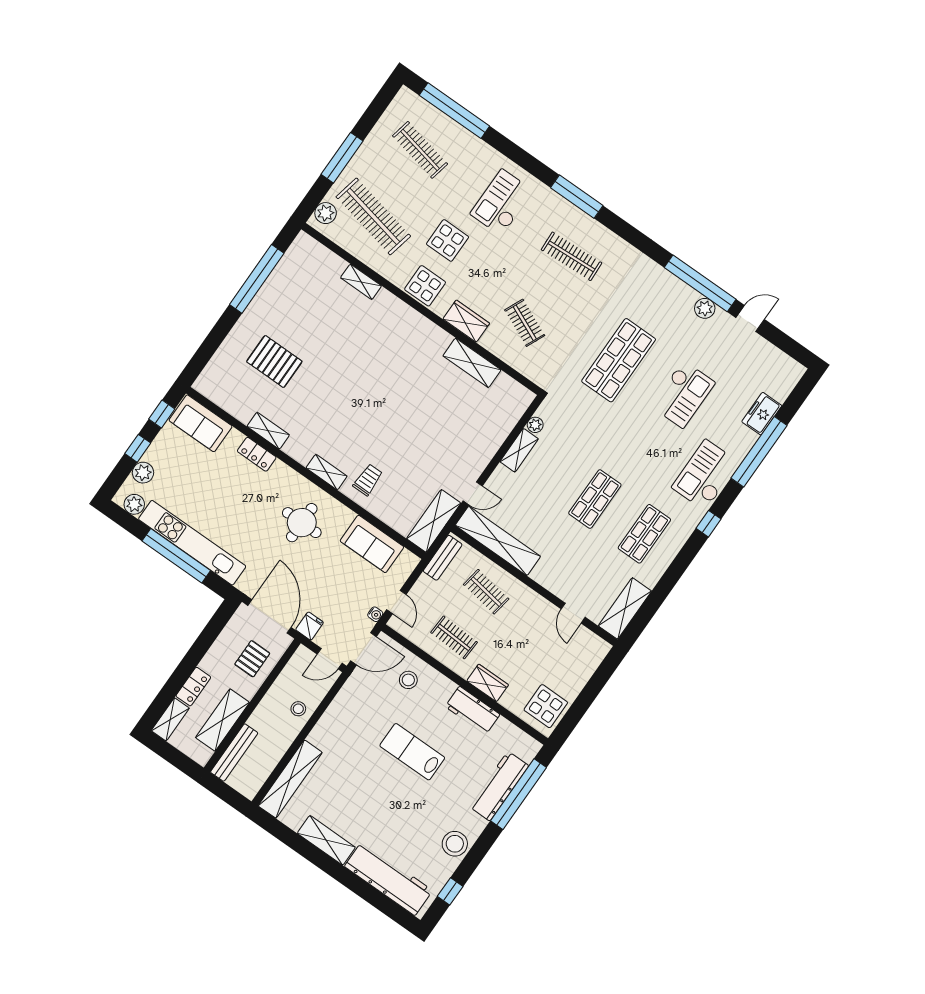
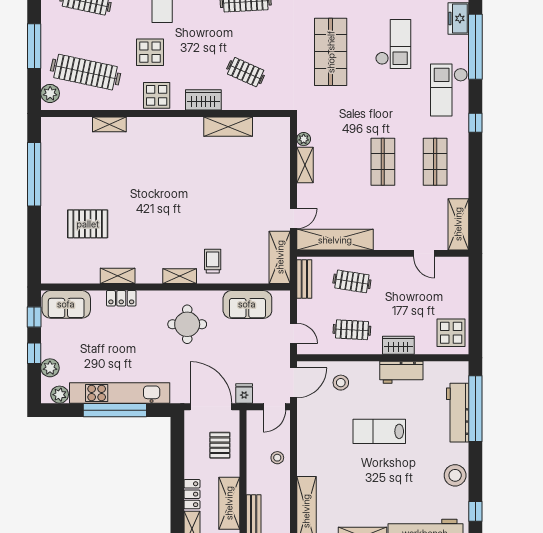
water cooler: (375, 614) -> (285, 353), removed

